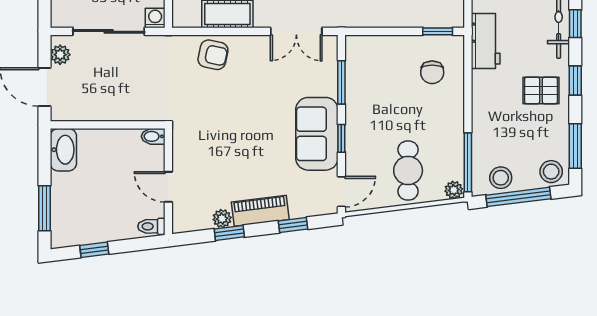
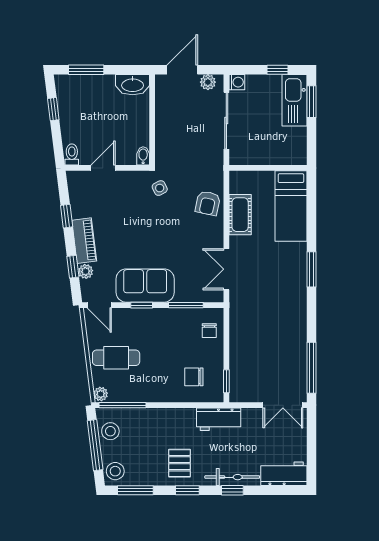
washing machine: (155, 18) -> (237, 82), moved
chair: (374, 53) -> (209, 331), added
side table: (194, 115) -> (160, 188), added
plant: (222, 219) -> (86, 271), moved

